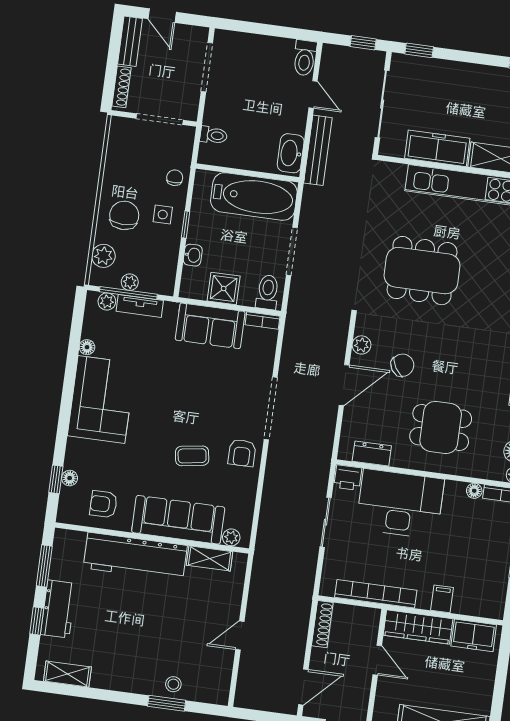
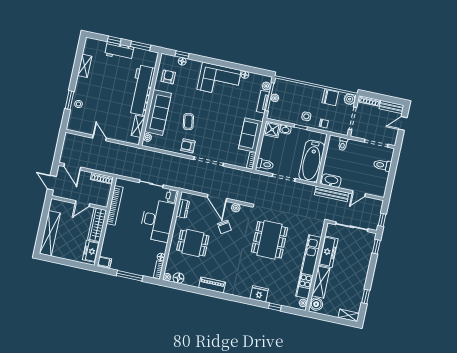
toilet: (305, 58) -> (382, 165), moved
chair: (124, 215) -> (330, 98), moved
plant: (103, 256) -> (350, 99), moved
shower: (224, 289) -> (272, 129), moved
dining table: (441, 427) -> (193, 243), turned 90
filing cabinet: (442, 599) -> (104, 262), moved
shelving: (67, 674) -> (85, 66), moved

